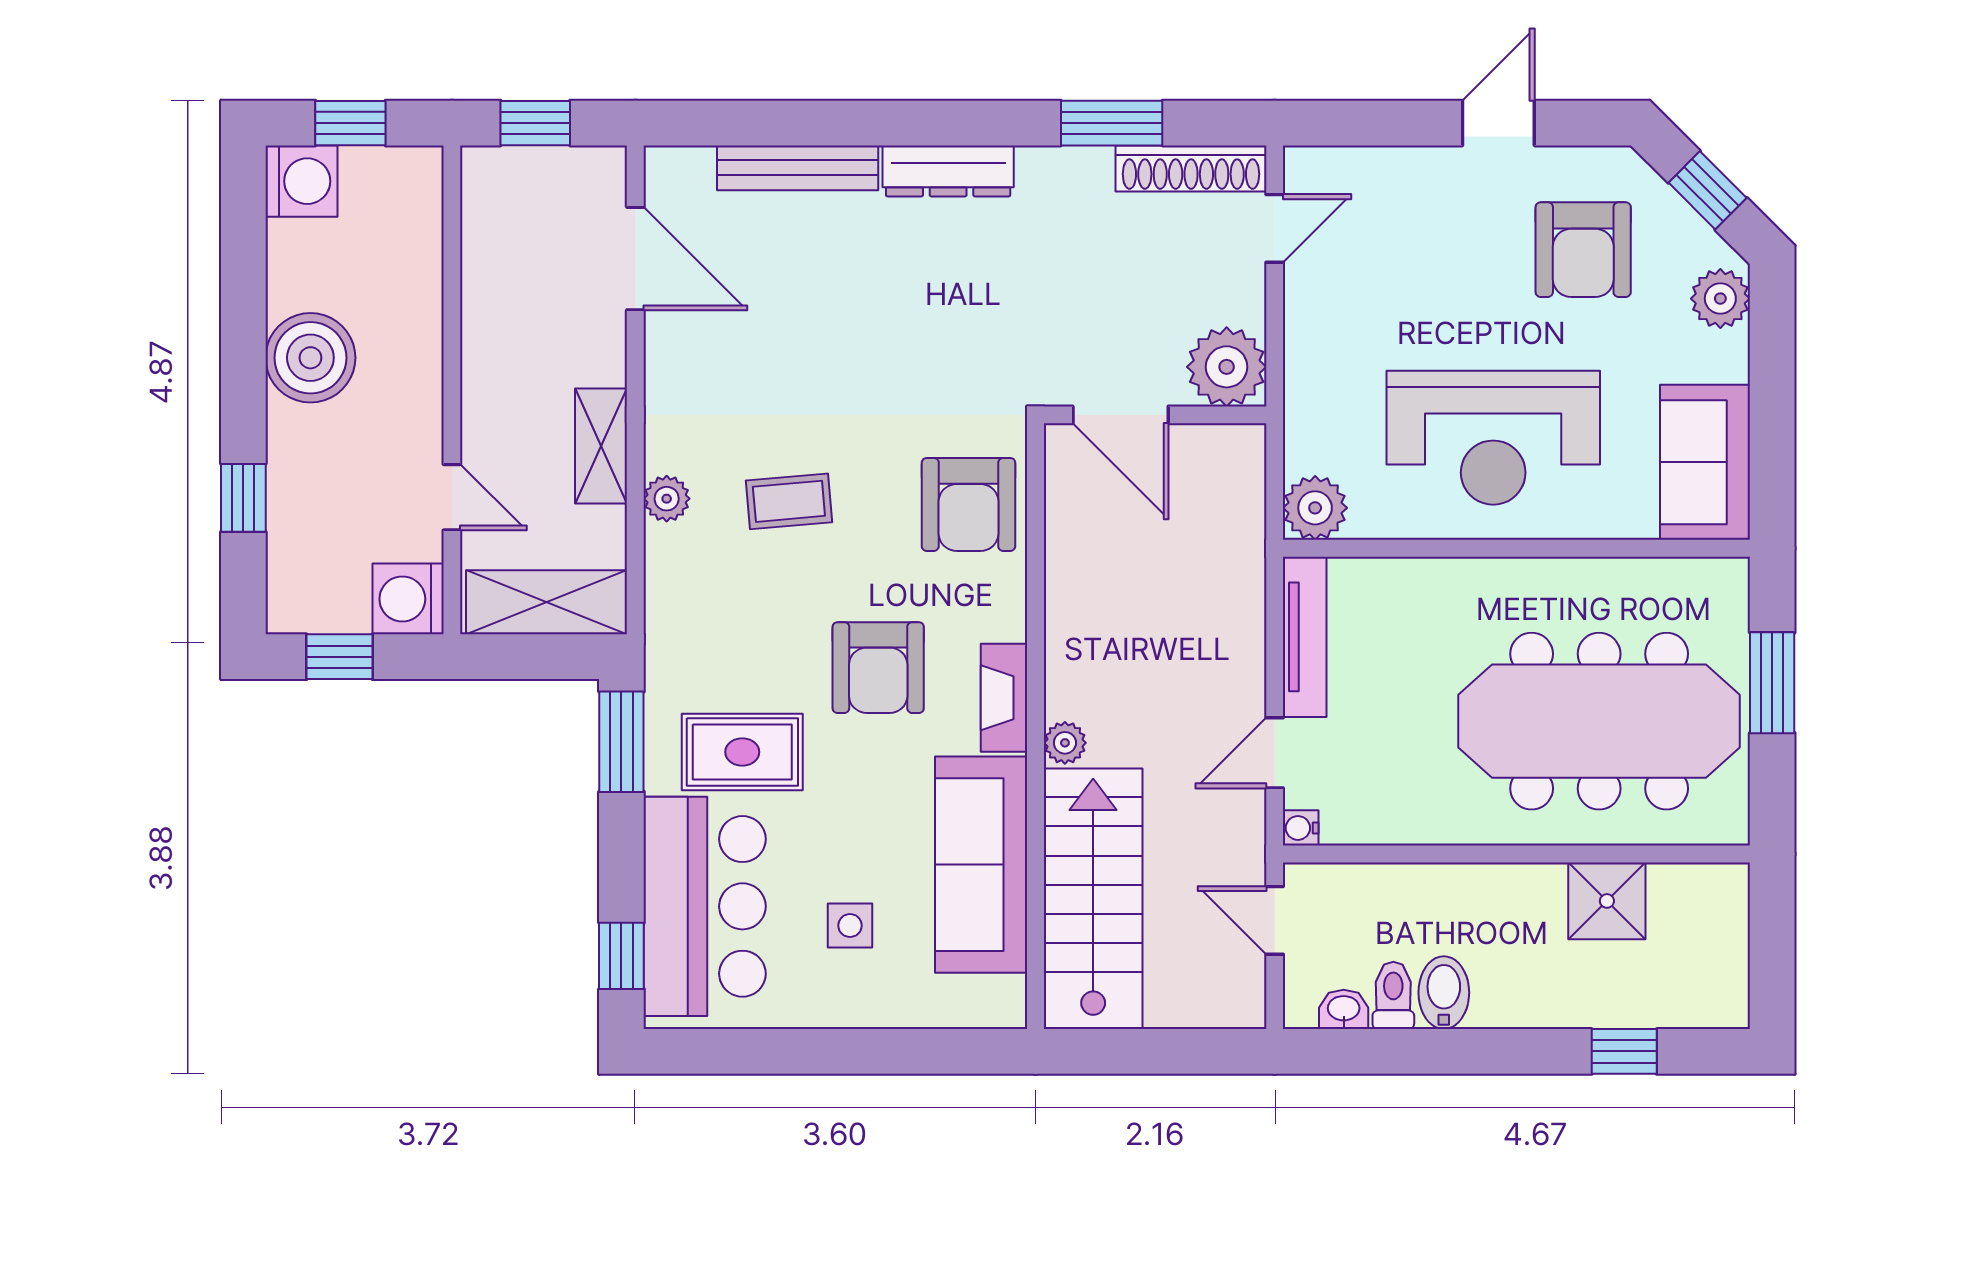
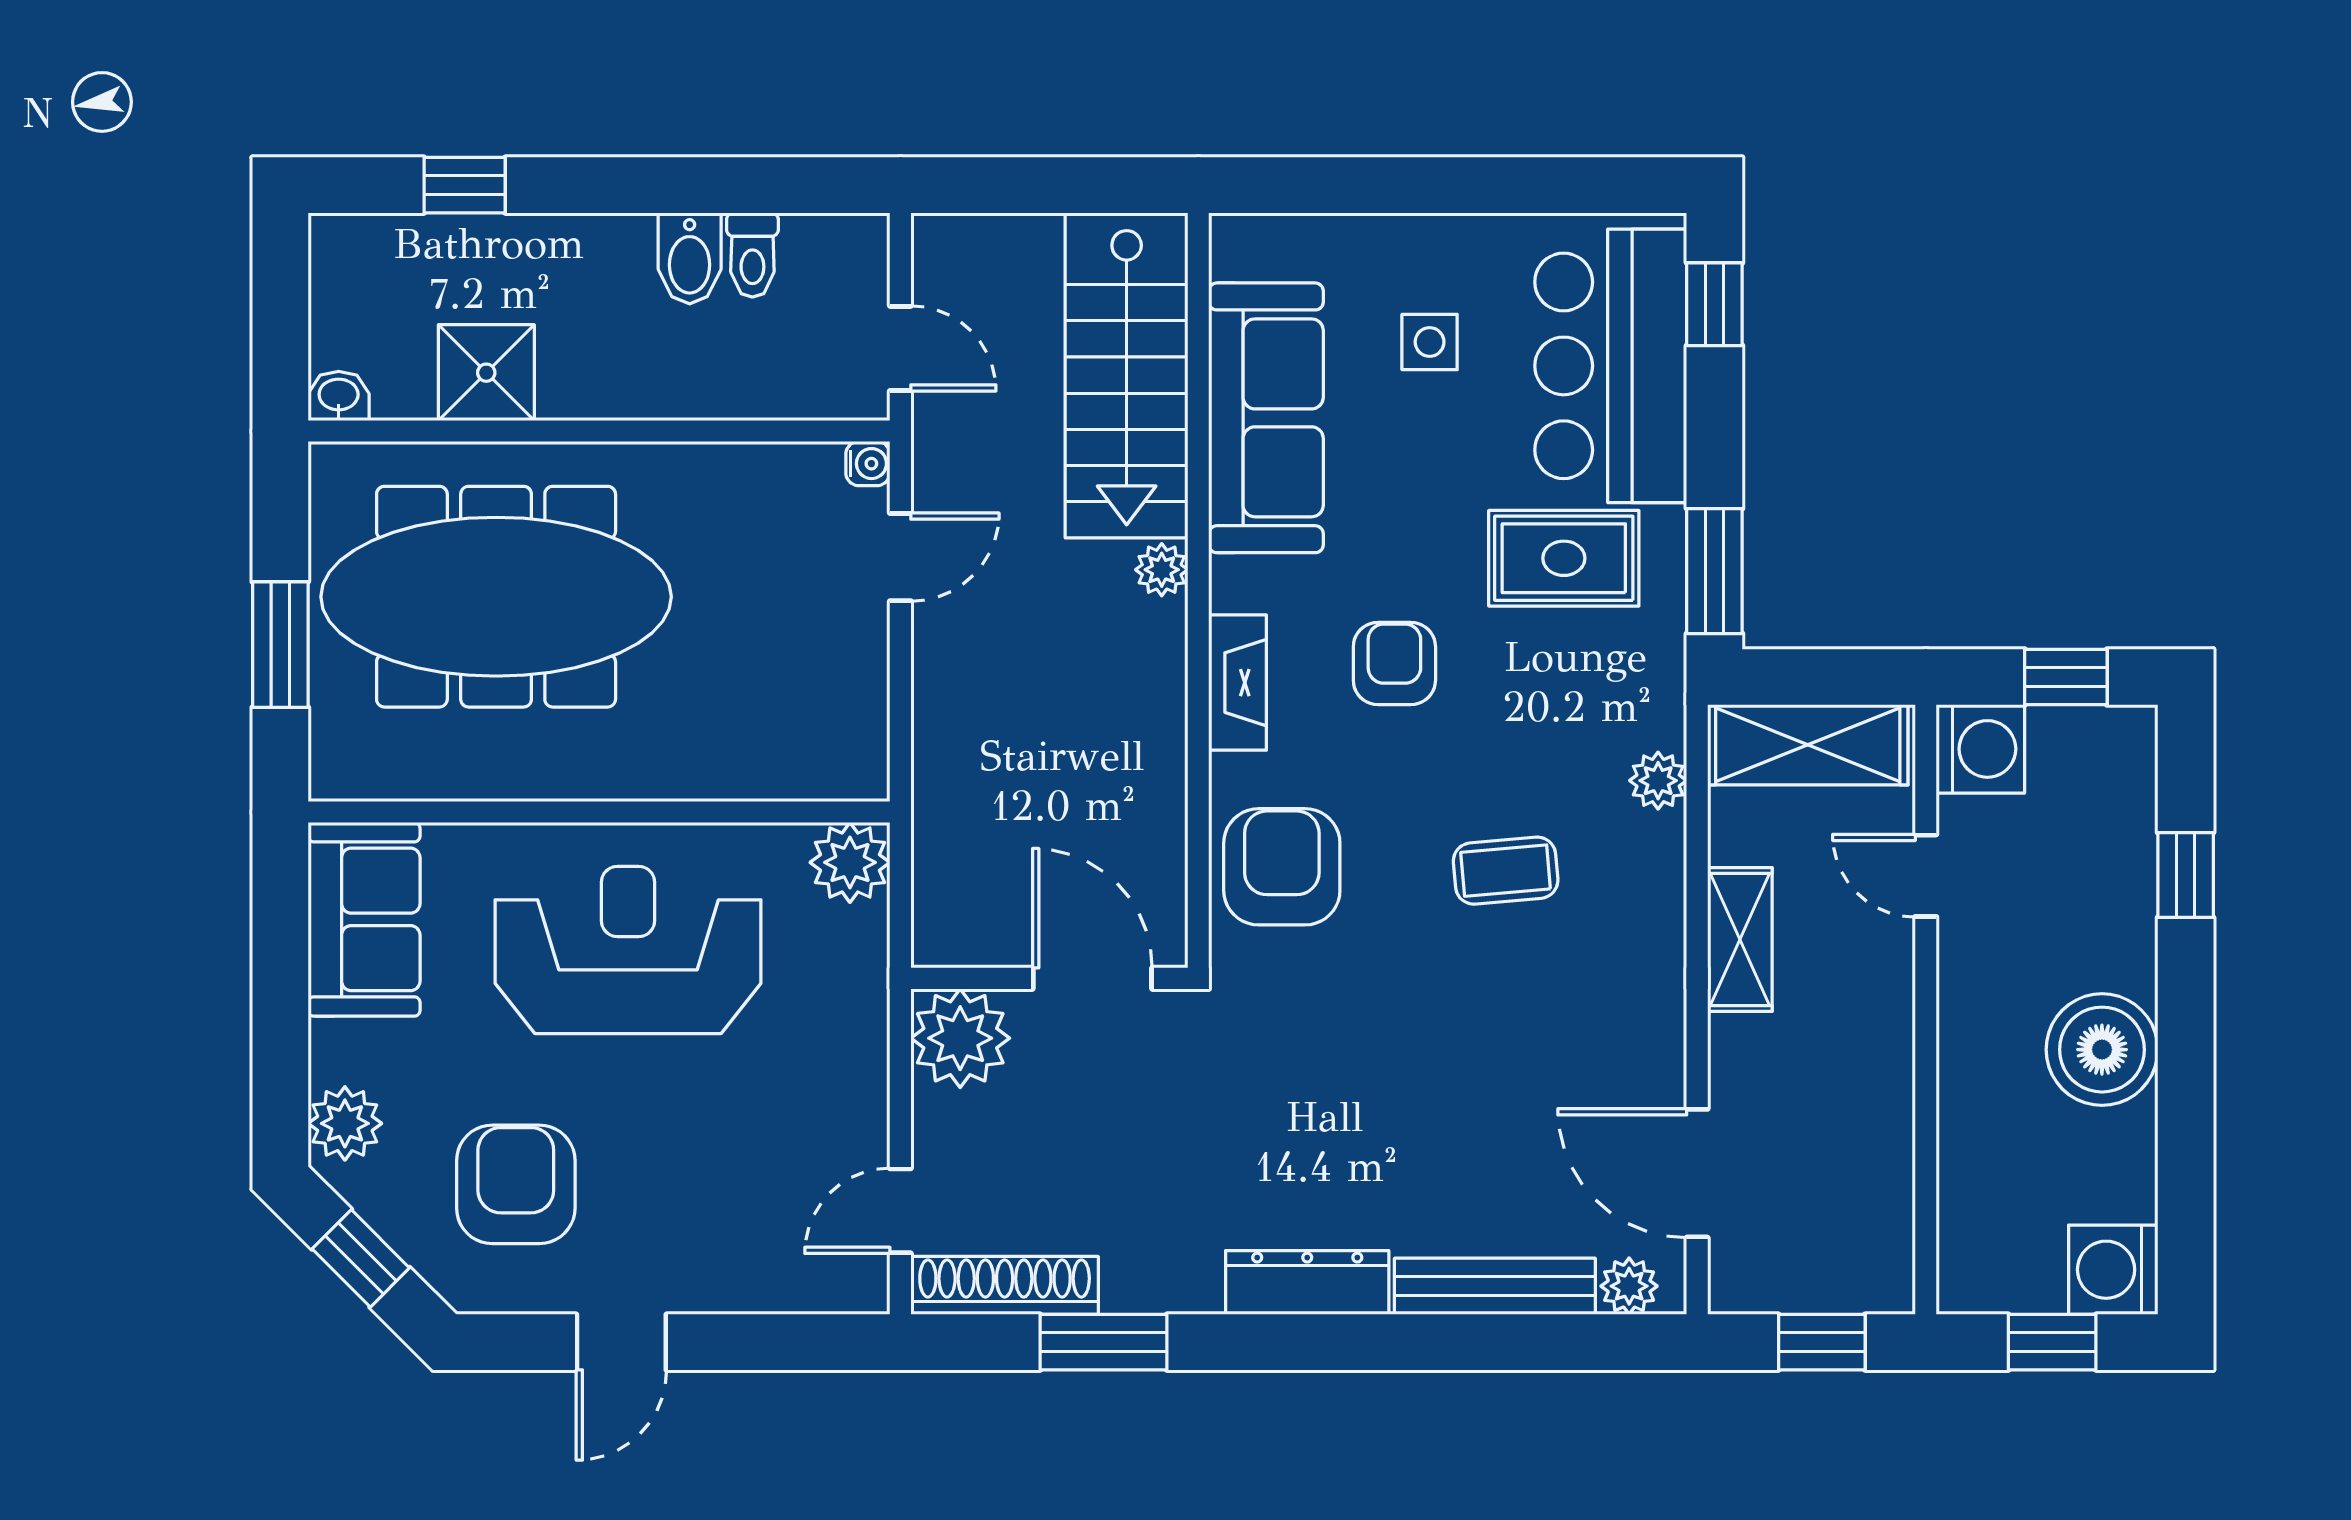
plant: (690, 168) -> (1629, 1286), added
plant: (667, 499) -> (1658, 781), moved
tv unit: (1305, 637) -> (863, 702), removed
armchair: (878, 668) -> (1394, 663), width x0.72, depth x0.72
fireplace: (1004, 698) -> (1238, 683), moved
washbasin: (1344, 1009) -> (339, 396), moved, turned 180

